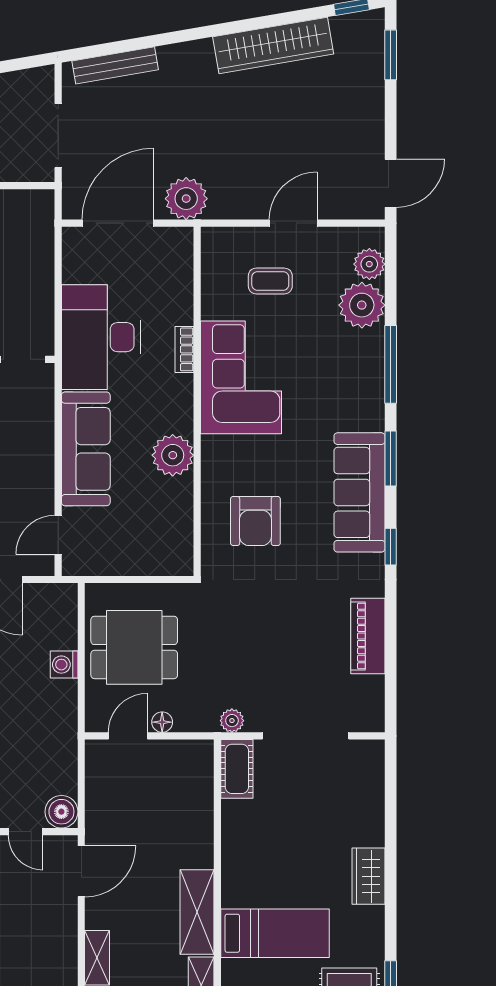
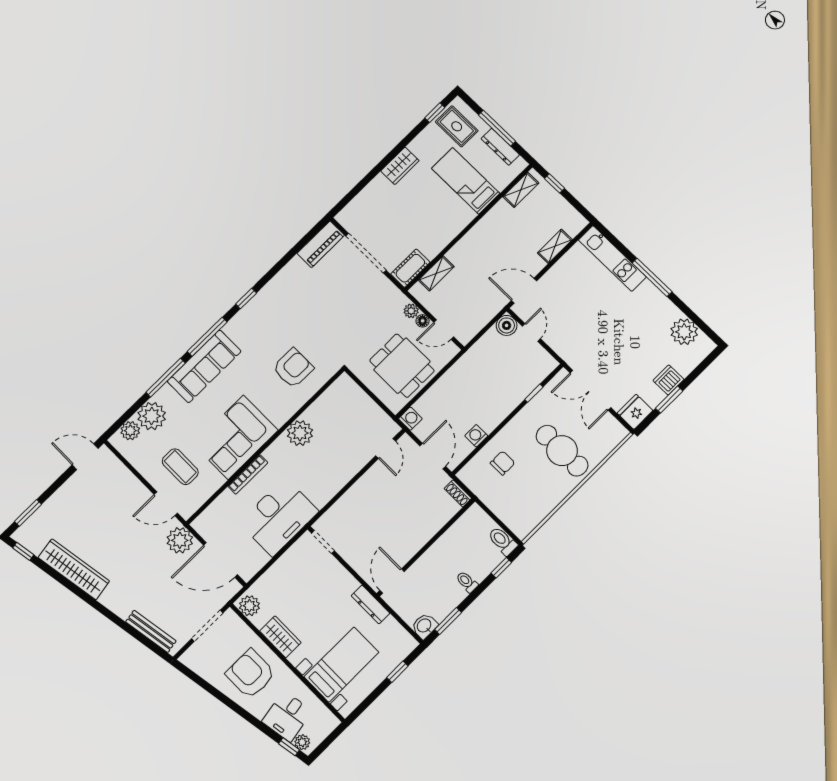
plant: (33, 206) -> (249, 606), added
door: (293, 223) -> (166, 504), moved
coffee table: (270, 281) -> (180, 467), width x1.36, depth x1.30
bookcase: (184, 349) -> (248, 474), width x1.56
sofa: (86, 449) -> (335, 474), removed
window: (391, 459) -> (207, 337), width x1.44
sofa: (359, 492) -> (204, 366), moved
door: (58, 535) -> (386, 449), hinge flipped
piano: (368, 636) -> (321, 244), moved
washing machine: (64, 665) -> (410, 419), moved, turned -90
plant: (232, 721) -> (411, 311), moved
shelving: (197, 912) -> (436, 273), moved, width x0.67, depth x0.75

